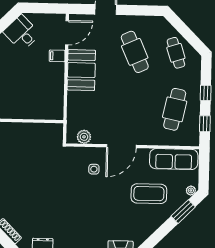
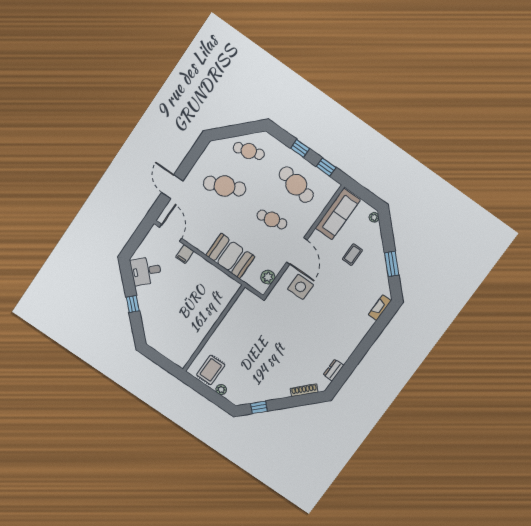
booth: (81, 70) -> (230, 256), moved
cafe table: (133, 108) -> (272, 219), added
side table: (94, 169) -> (301, 287), width x1.87, depth x1.87
coffee table: (149, 194) -> (352, 255), width x0.54, depth x0.58
window: (183, 212) -> (392, 264), moved

